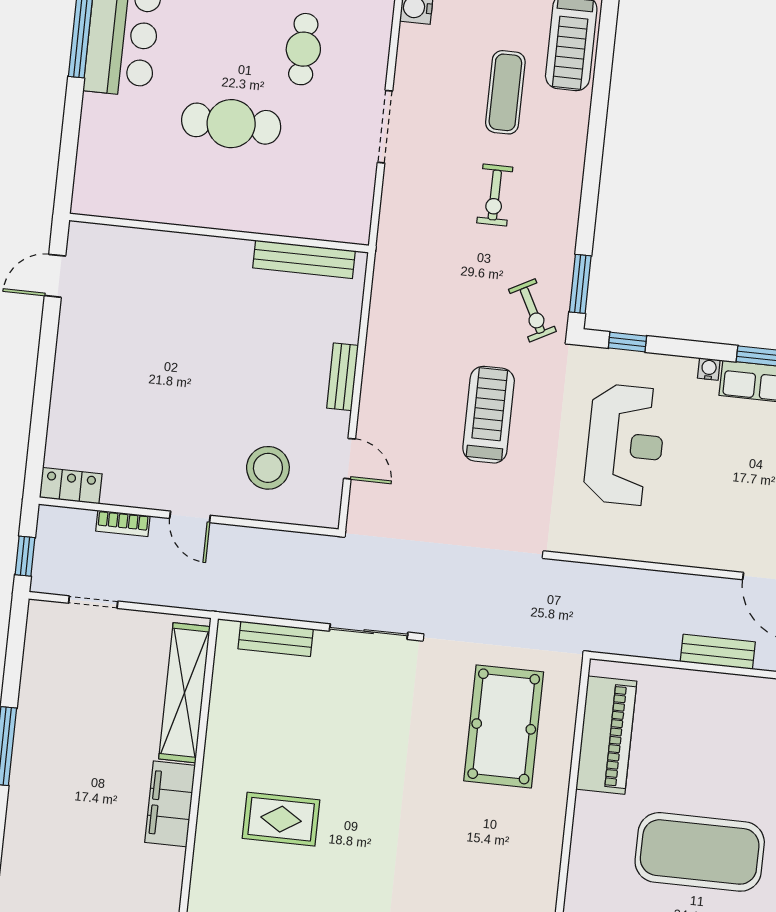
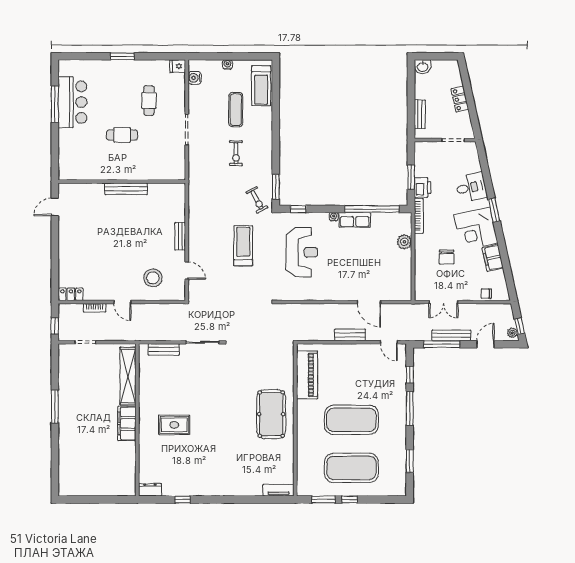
cafe table: (231, 124) -> (122, 135), width x0.73, depth x0.74
bench: (304, 259) -> (126, 189), moved
pool table: (504, 726) -> (271, 414), moved

